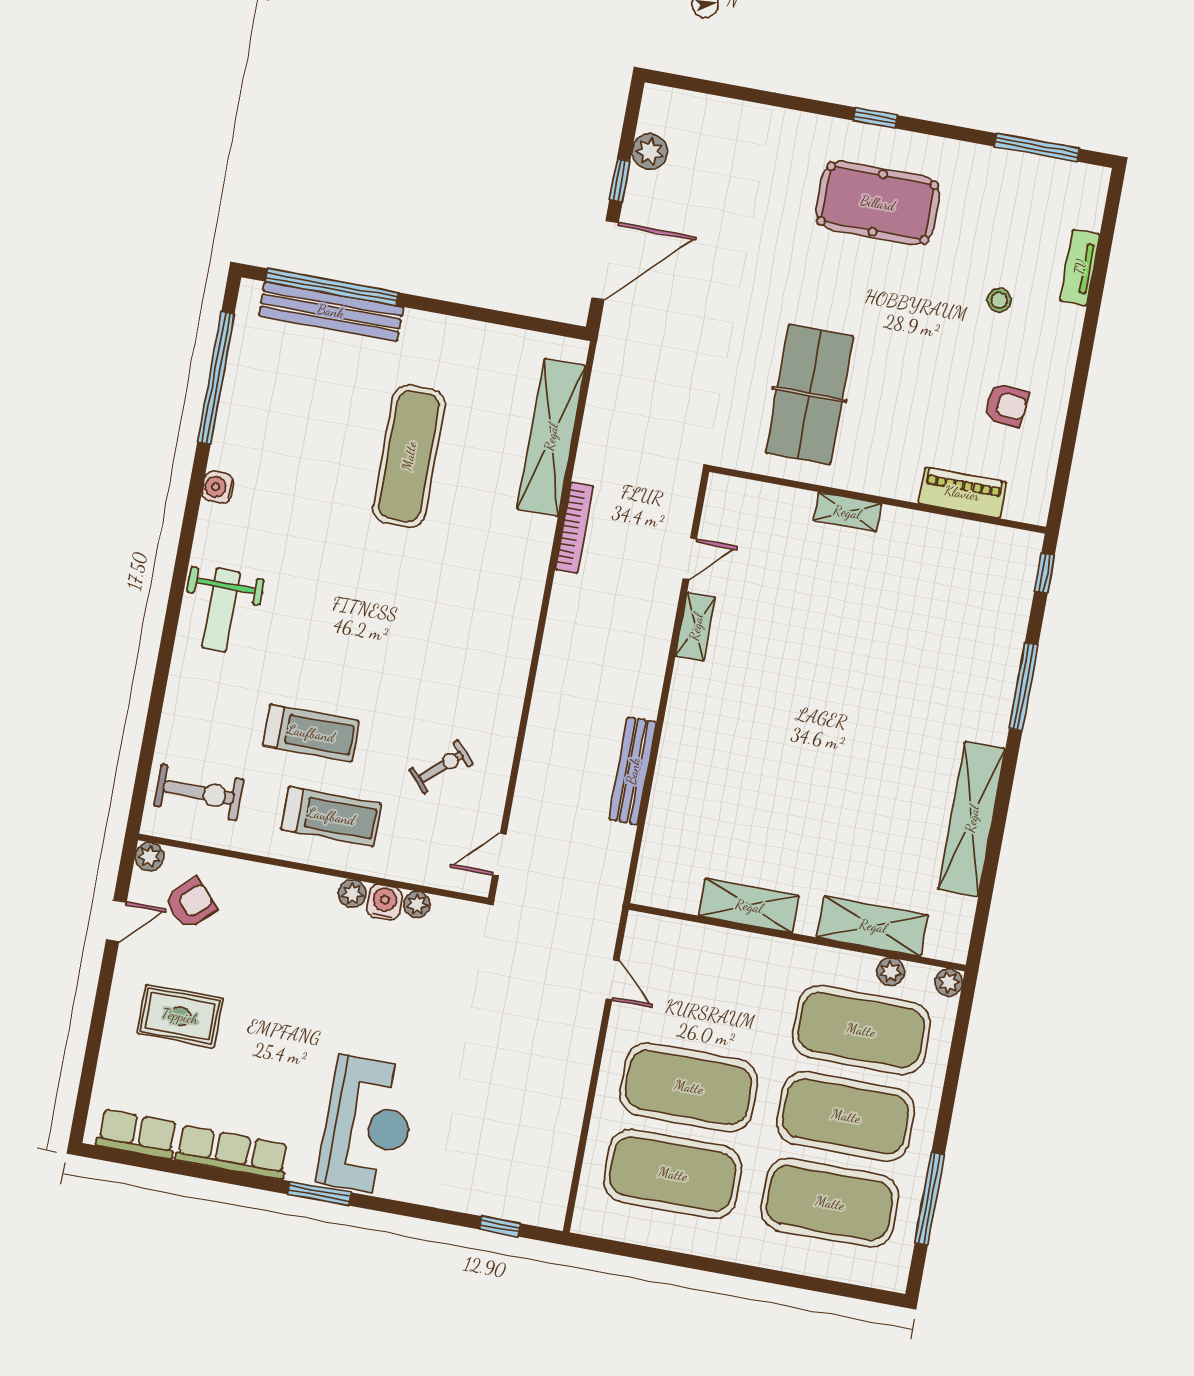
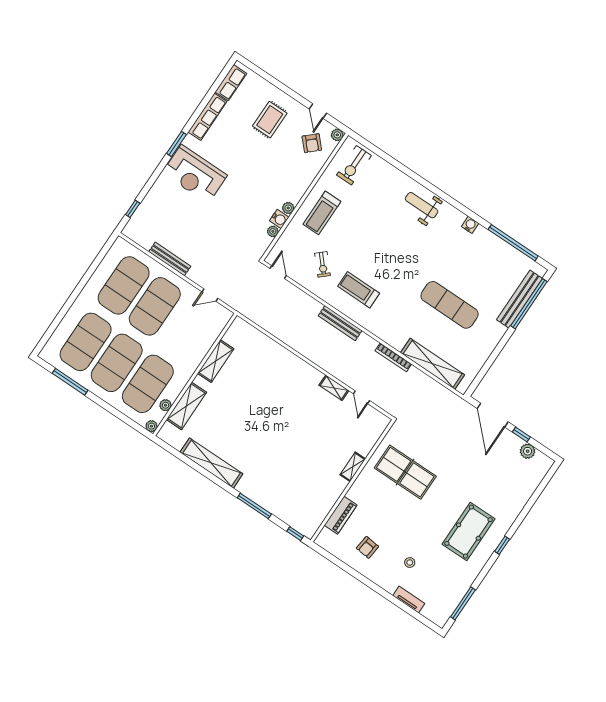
treadmill: (311, 733) -> (359, 290), moved, turned 90
bench: (633, 771) -> (340, 323), moved
bench: (573, 1100) -> (170, 259), added

